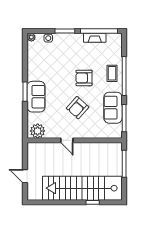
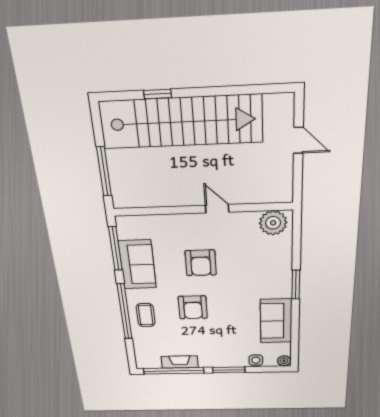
armchair: (84, 78) -> (193, 307), turned 90
sofa: (36, 97) -> (276, 321), moved
armchair: (78, 108) -> (201, 263), turned 138

